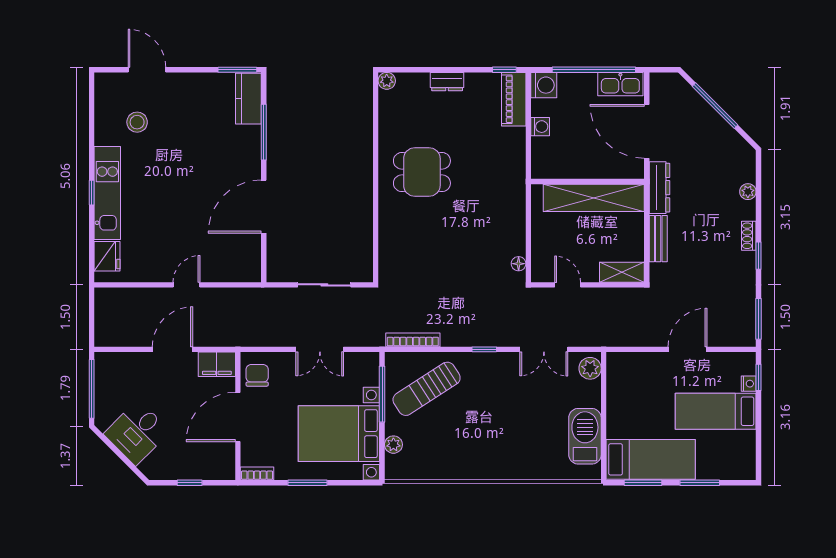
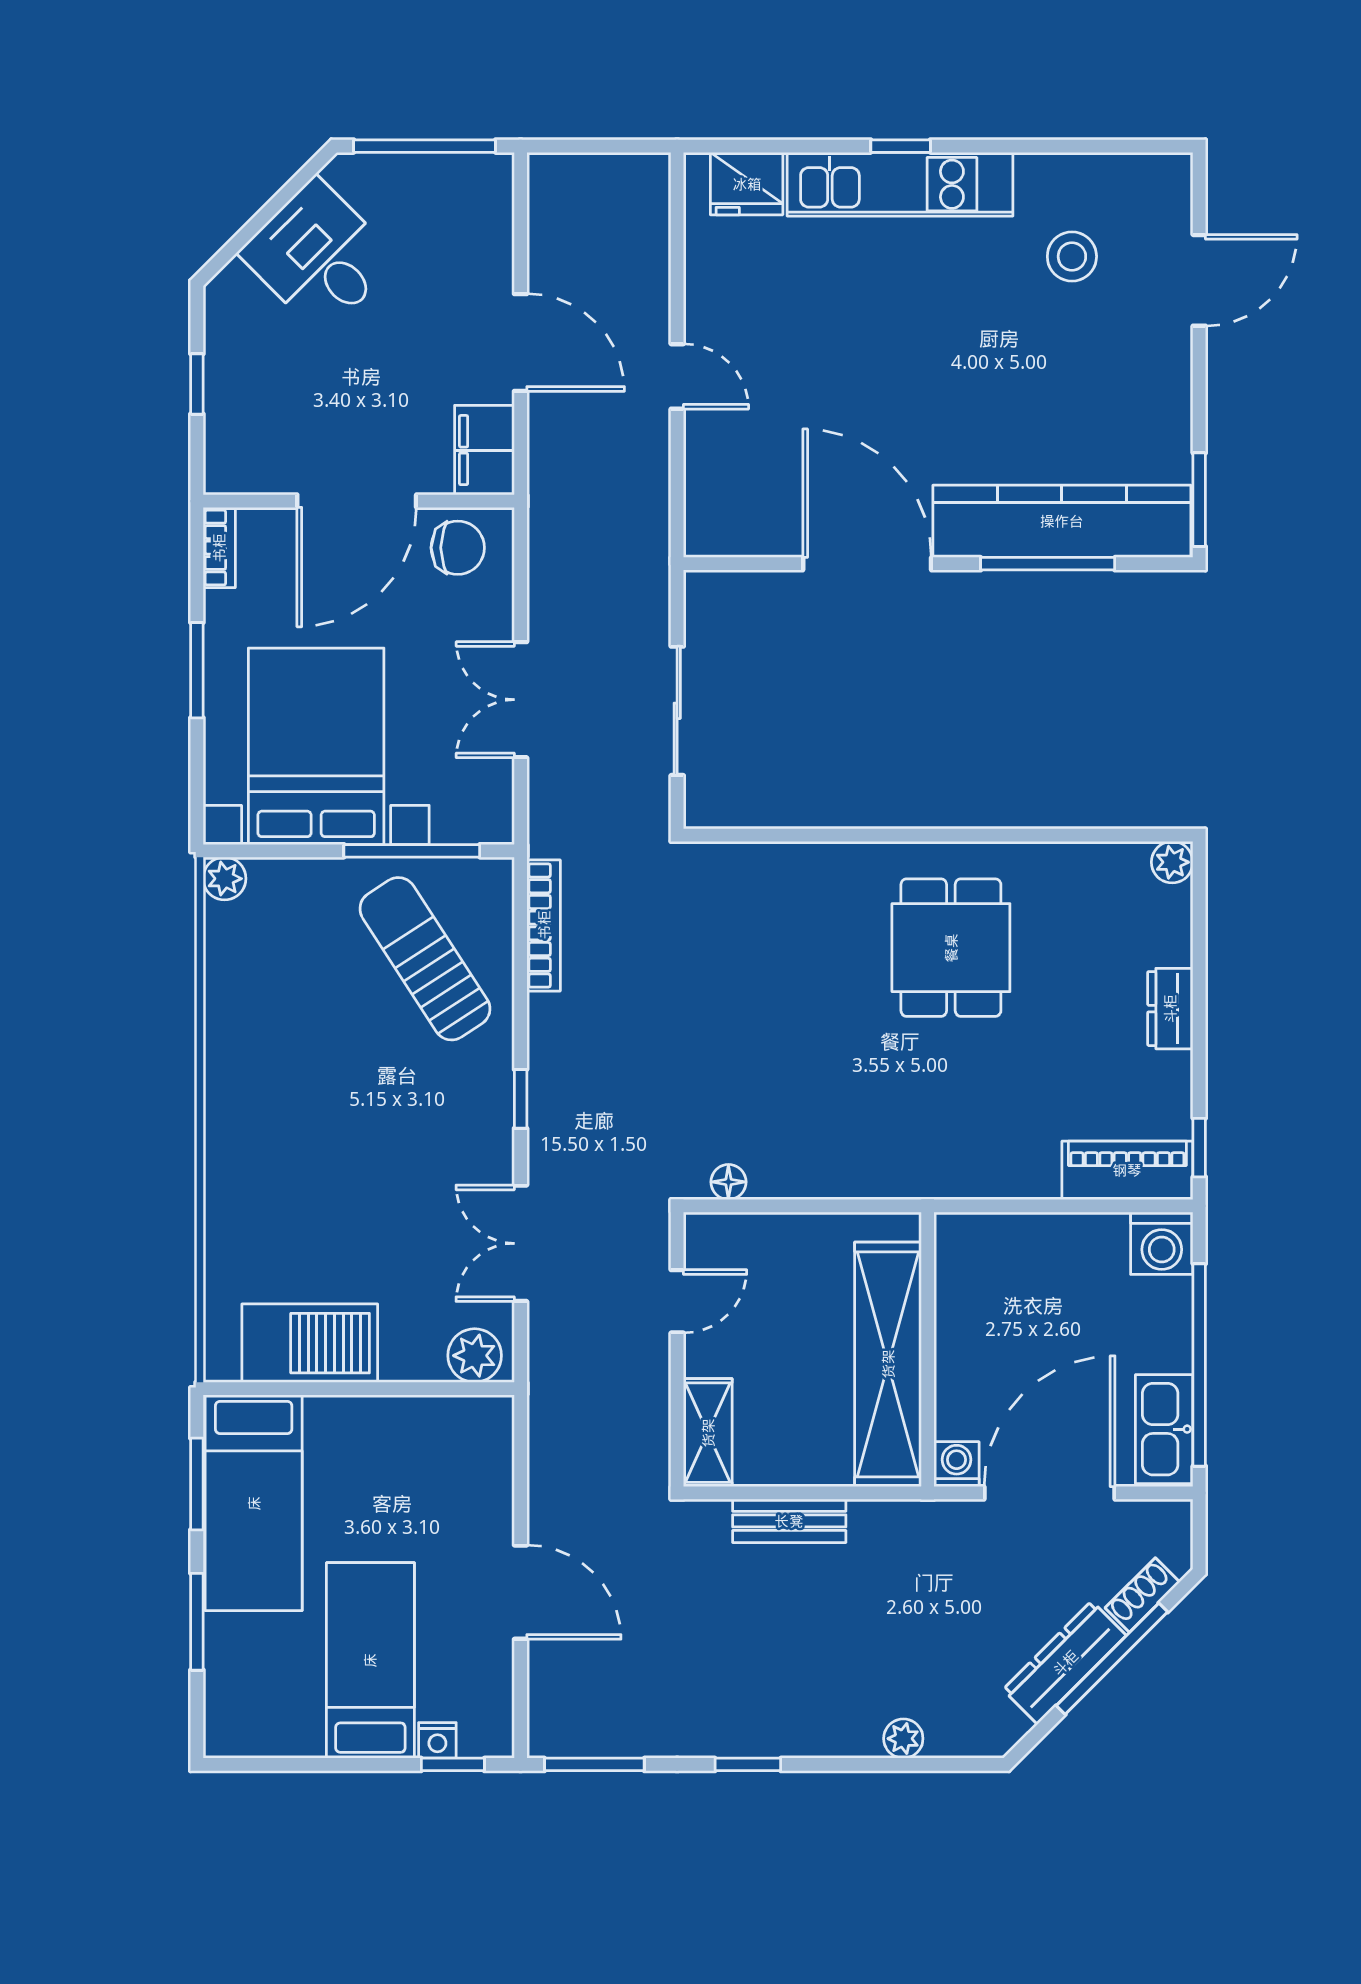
kitchen counter: (248, 99) -> (1062, 521), width x2.08, depth x1.17
washing machine: (540, 127) -> (957, 1464), moved, turned 180
dresser: (659, 188) -> (1065, 1663), moved, turned 135
shoe rack: (749, 236) -> (1142, 1595), moved, turned -45
door: (238, 417) -> (357, 501), swing flipped
plant: (393, 445) -> (225, 879), moved

